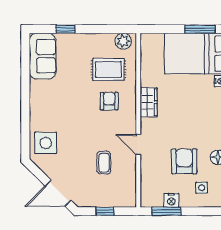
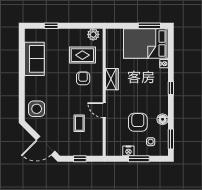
sofa: (43, 56) -> (34, 59), moved
window: (166, 211) -> (139, 159), moved

